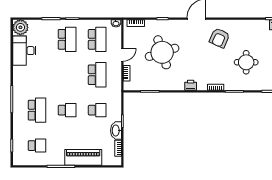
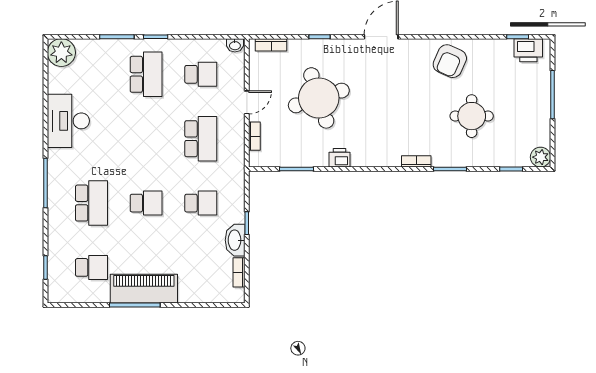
armchair: (219, 38) -> (450, 61), moved
school desk: (97, 39) -> (201, 74), width x0.54
desk: (24, 51) -> (68, 121), moved
printer: (191, 85) -> (340, 158), moved
piano: (83, 157) -> (144, 289), moved

